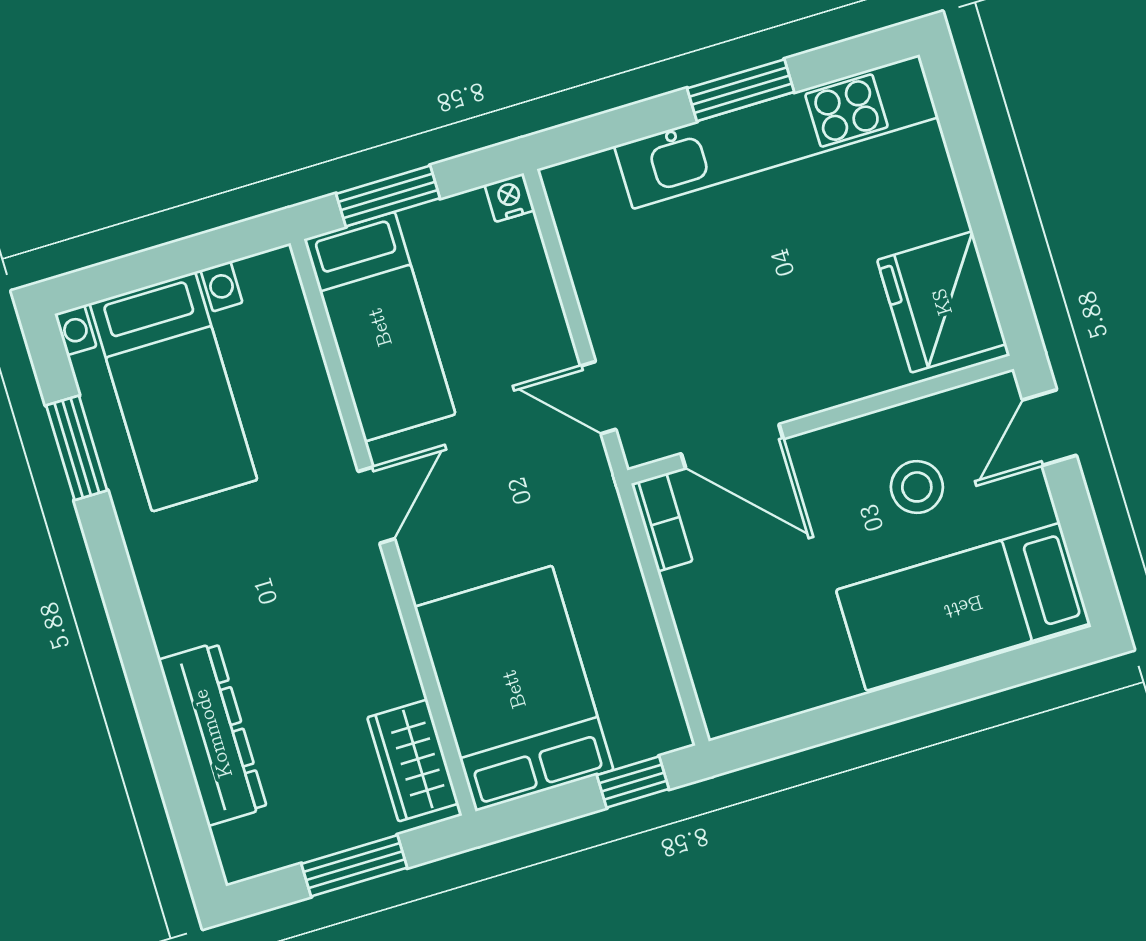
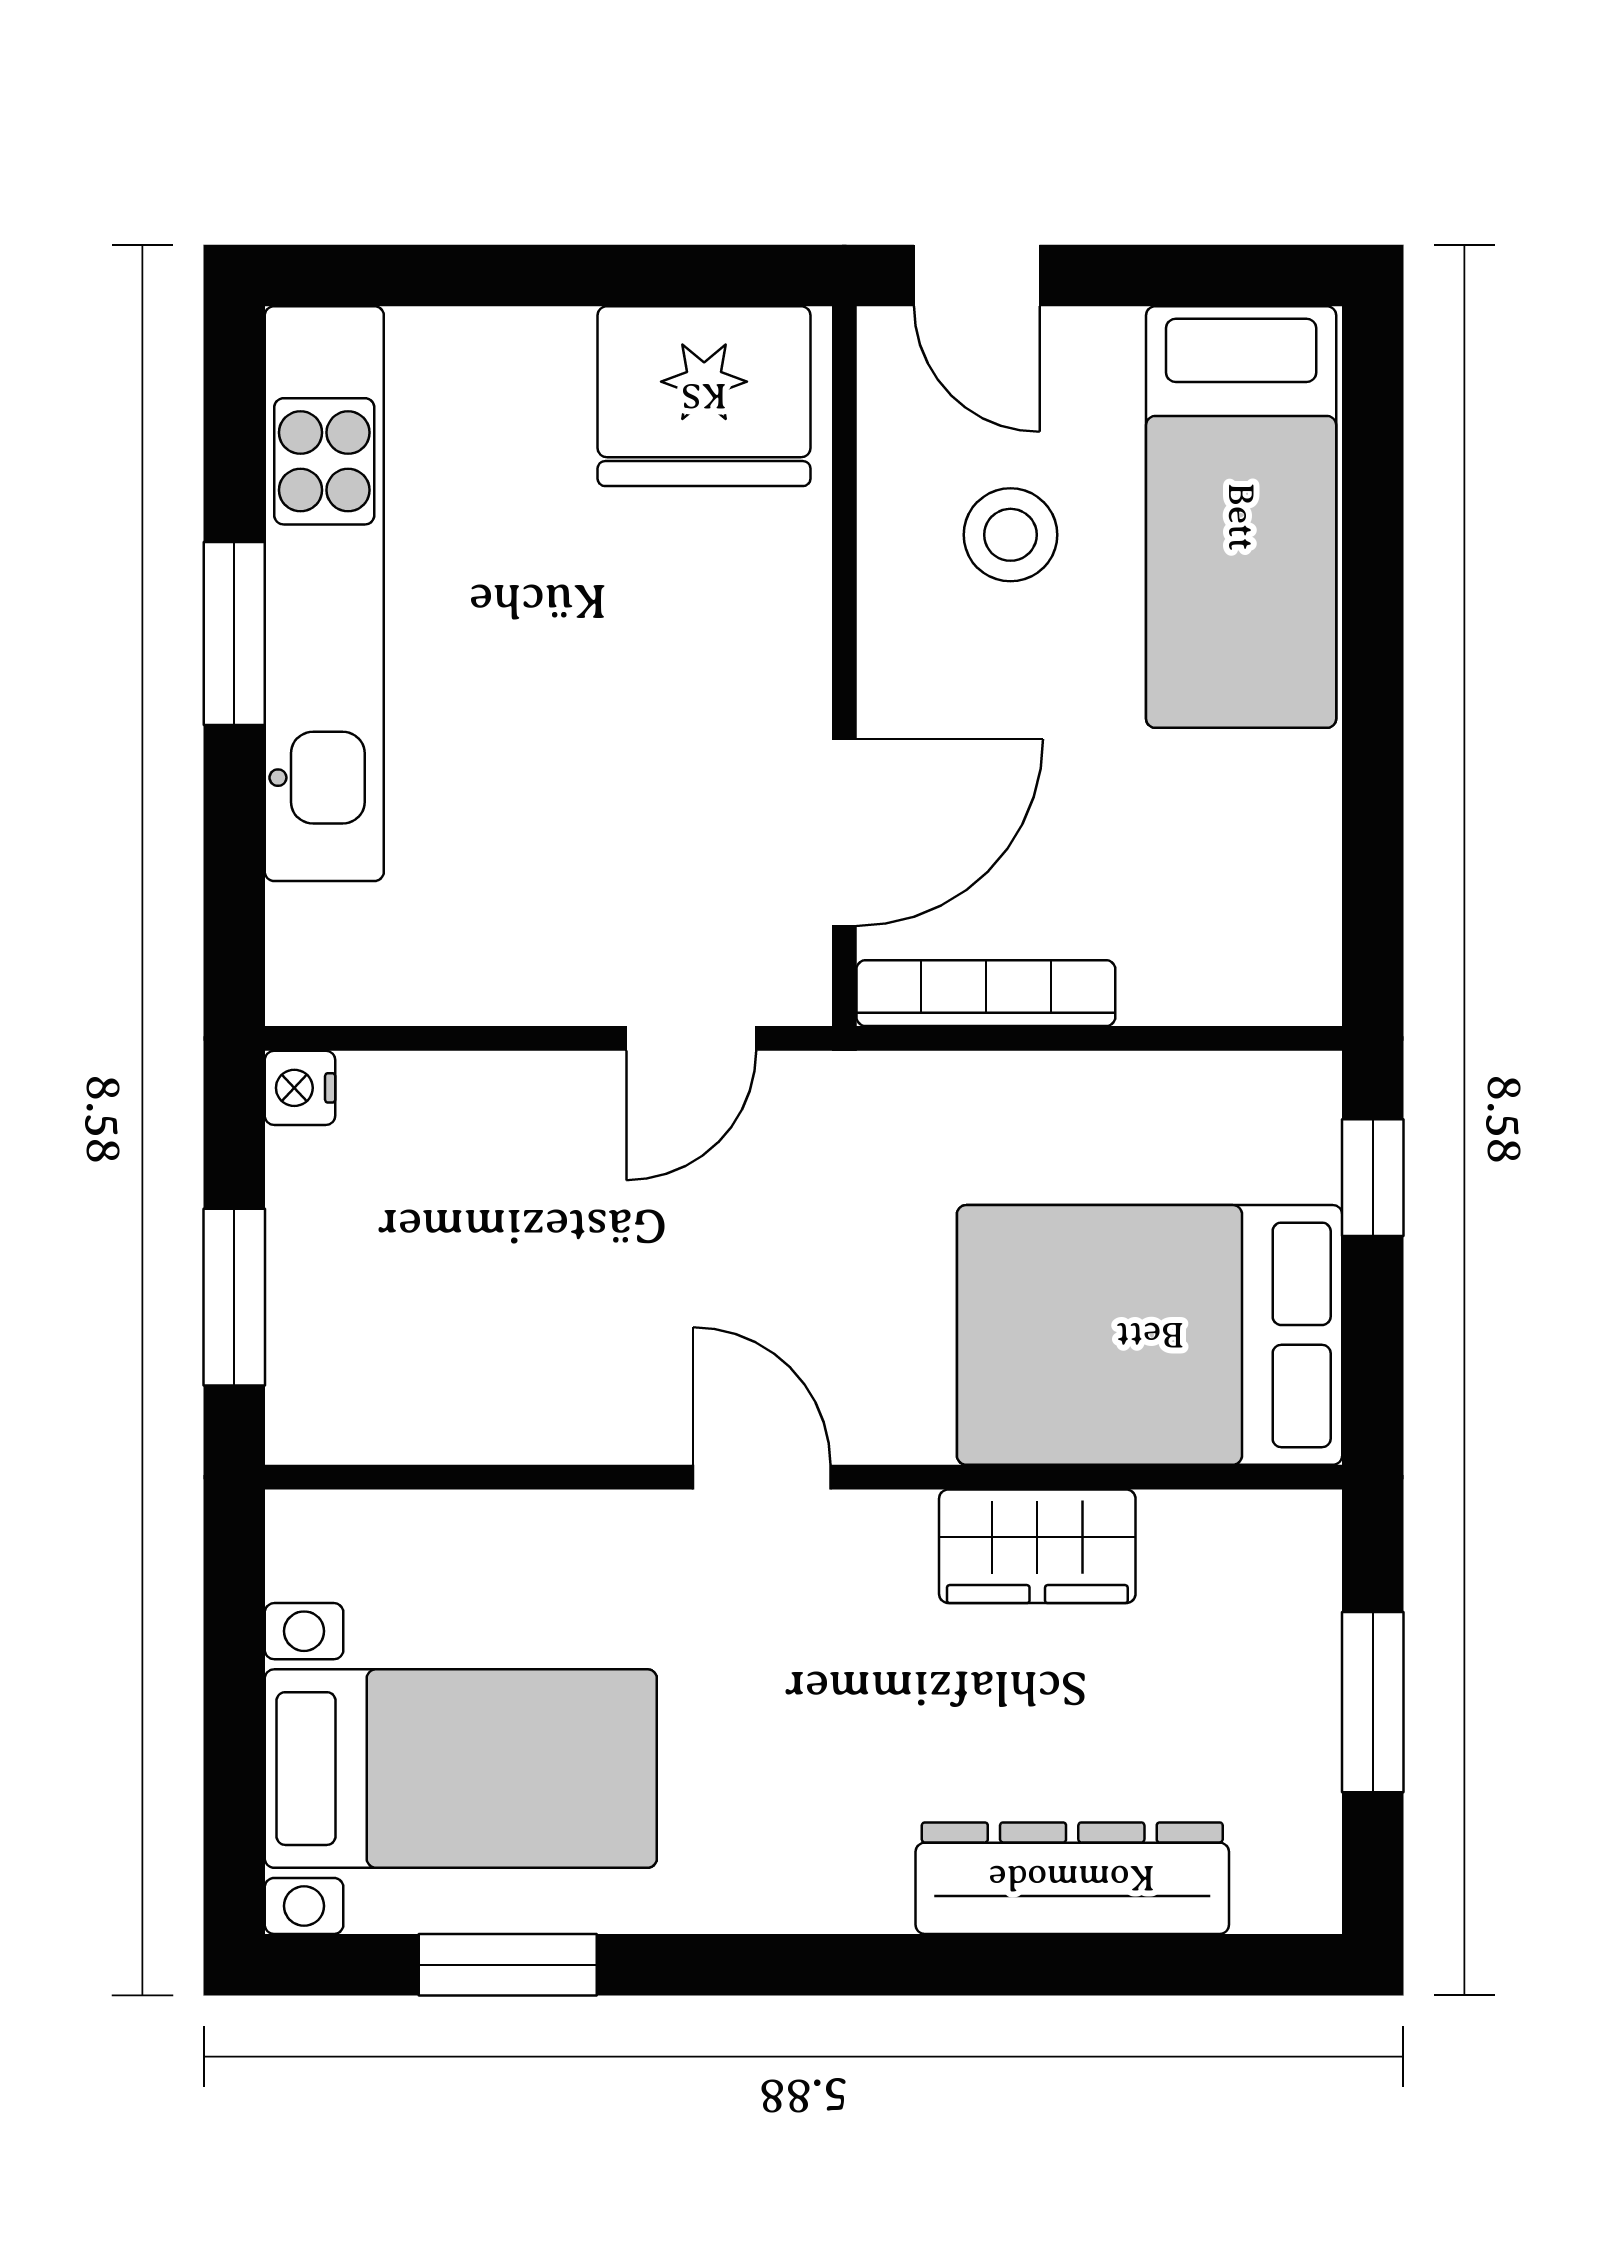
bed: (380, 327) -> (455, 1379), removed
bookcase: (662, 522) -> (986, 993), width x1.56
wardrobe: (413, 760) -> (1037, 1546), moved

